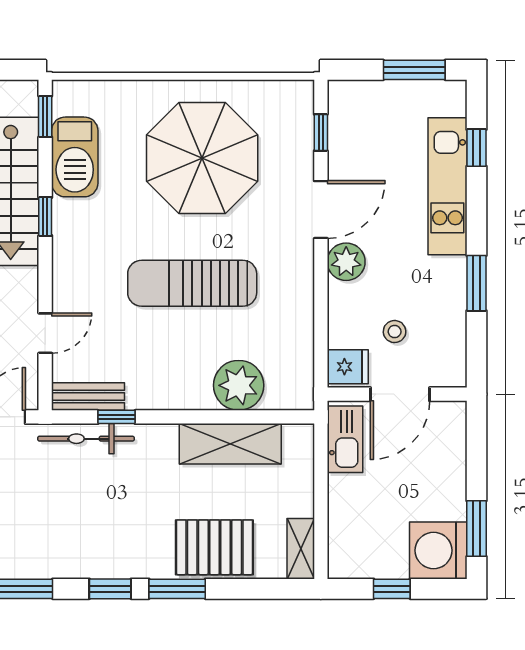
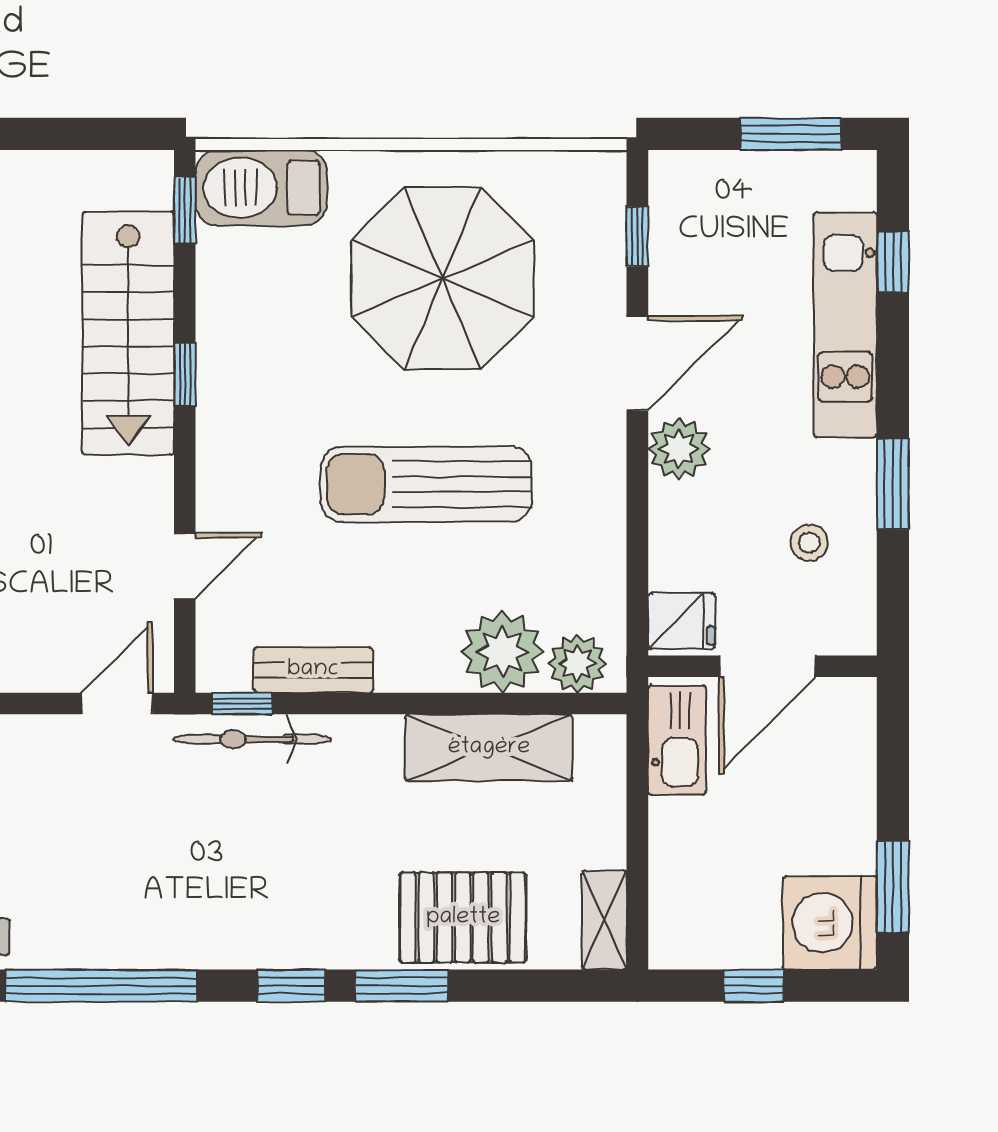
barbecue: (75, 157) -> (261, 188), moved, turned 90
stool: (395, 332) -> (809, 543), moved
plant: (284, 393) -> (577, 663), added
bench: (88, 397) -> (313, 670), moved
window: (117, 417) -> (242, 704), moved

